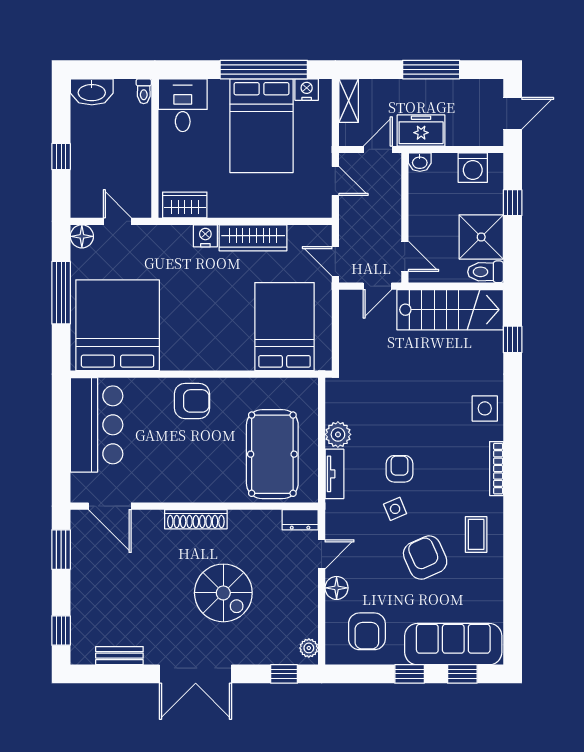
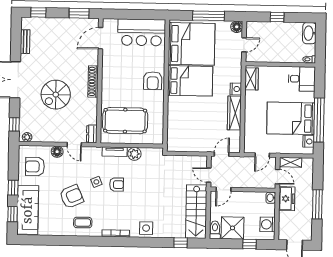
shelving: (349, 101) -> (291, 162), moved
bed: (285, 327) -> (190, 81), moved

